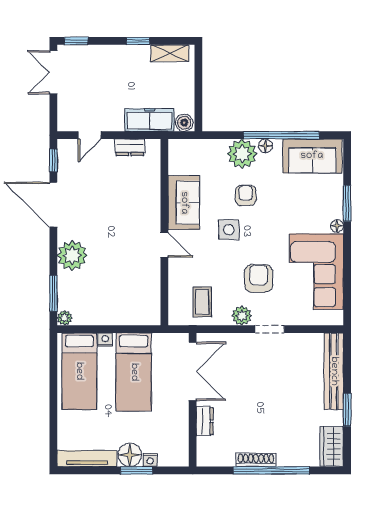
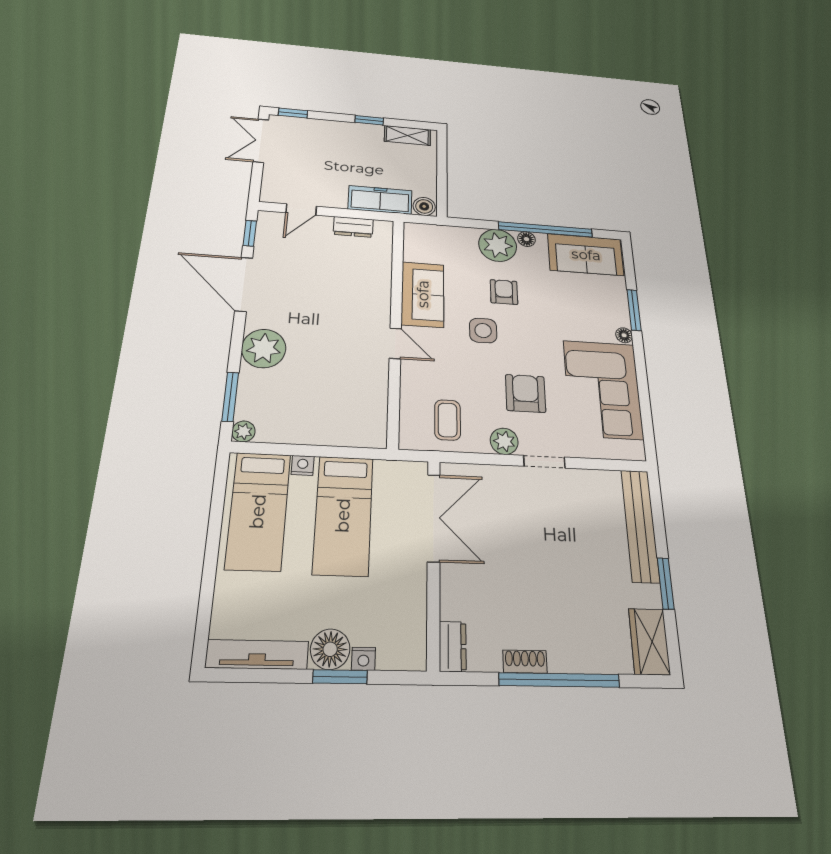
dresser: (205, 421) -> (453, 646), moved
shoe rack: (256, 460) -> (525, 662), width x0.70

